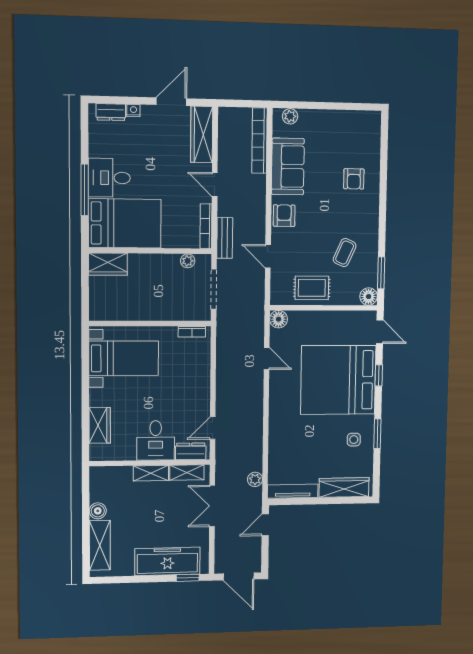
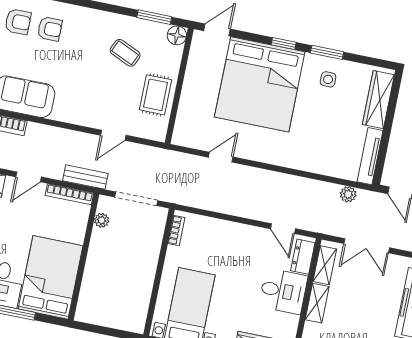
armchair: (284, 216) -> (18, 22), moved, turned 180
wardrobe: (108, 264) -> (89, 303), removed
floor lamp: (279, 319) -> (182, 137), removed
window: (379, 375) -> (284, 43), moved

